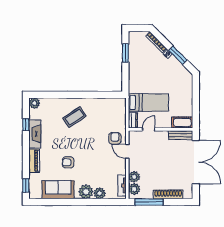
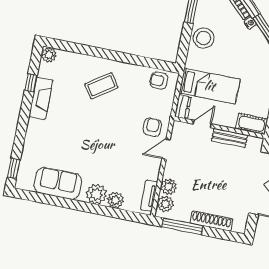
stool: (138, 71) -> (204, 38), added
bench: (181, 135) -> (230, 138), moved
door: (127, 151) -> (166, 149), hinge flipped
piano: (34, 161) -> (32, 136), removed
armchair: (68, 162) -> (159, 81), moved

